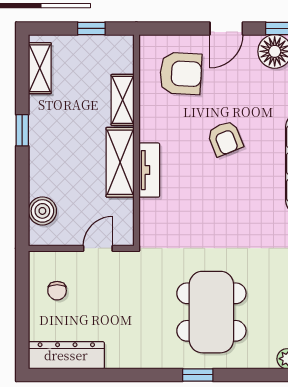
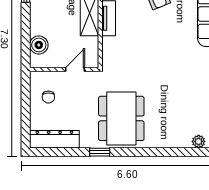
dining table: (211, 312) -> (121, 118), moved
window: (198, 375) -> (100, 152), moved

